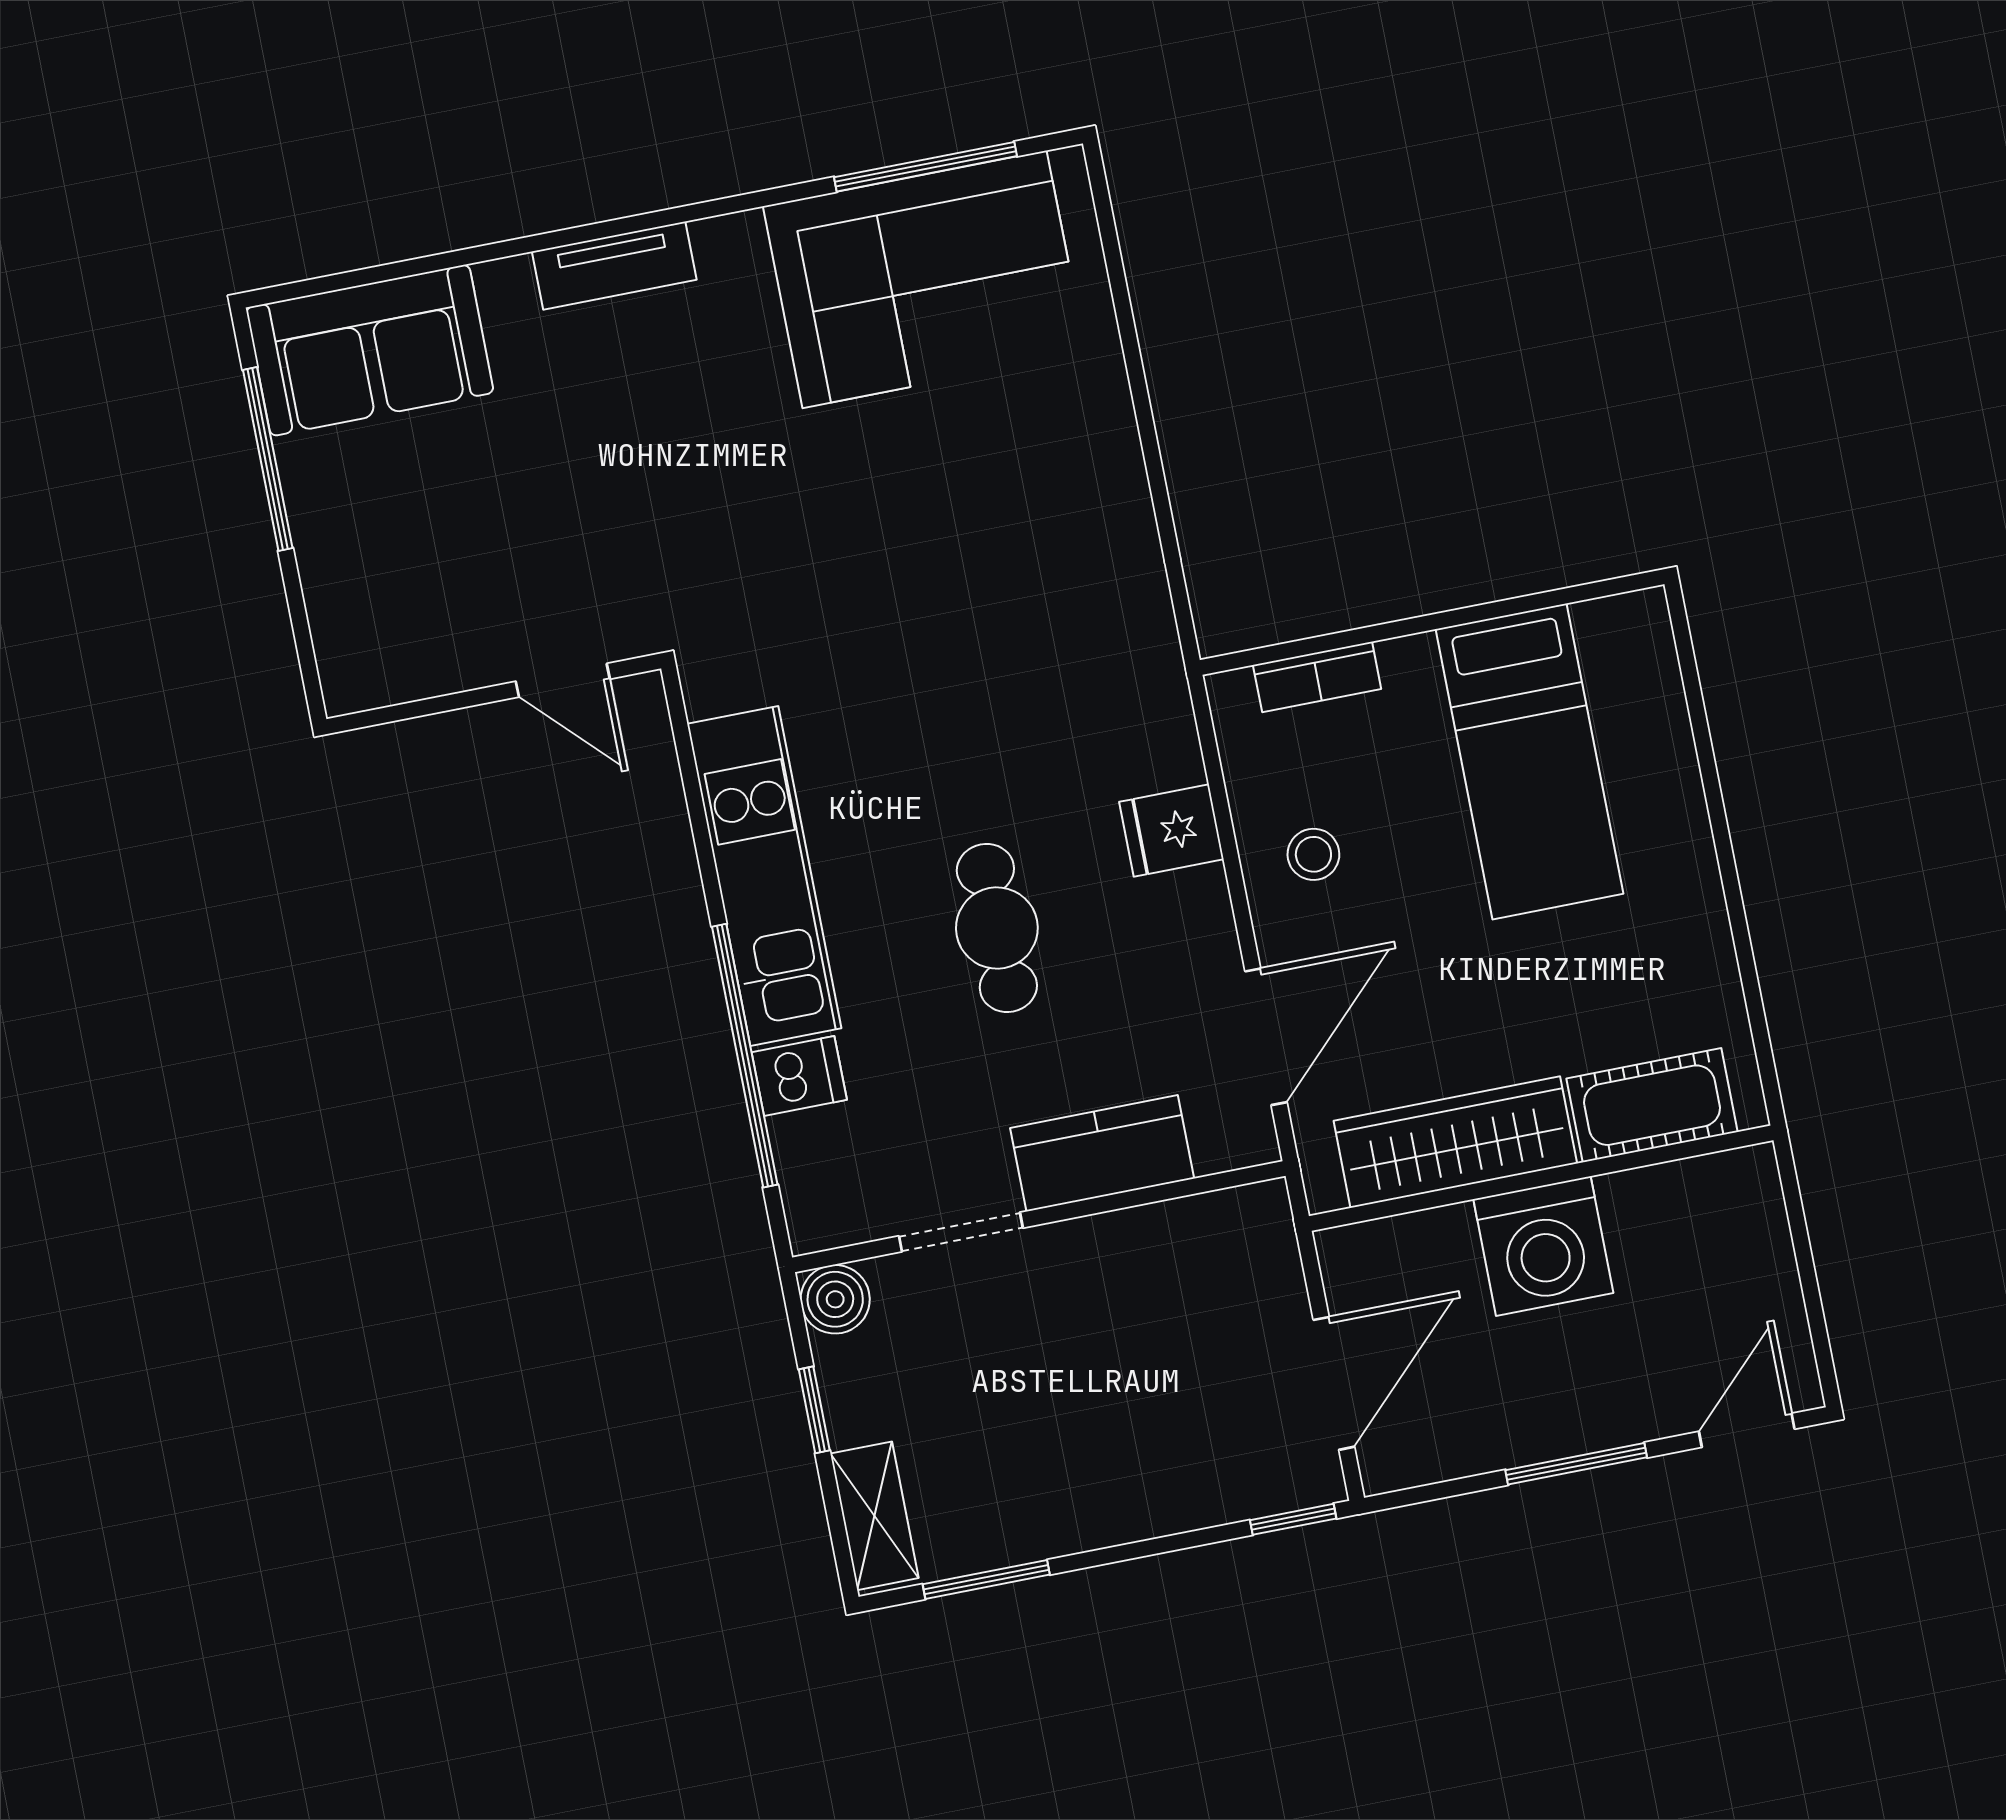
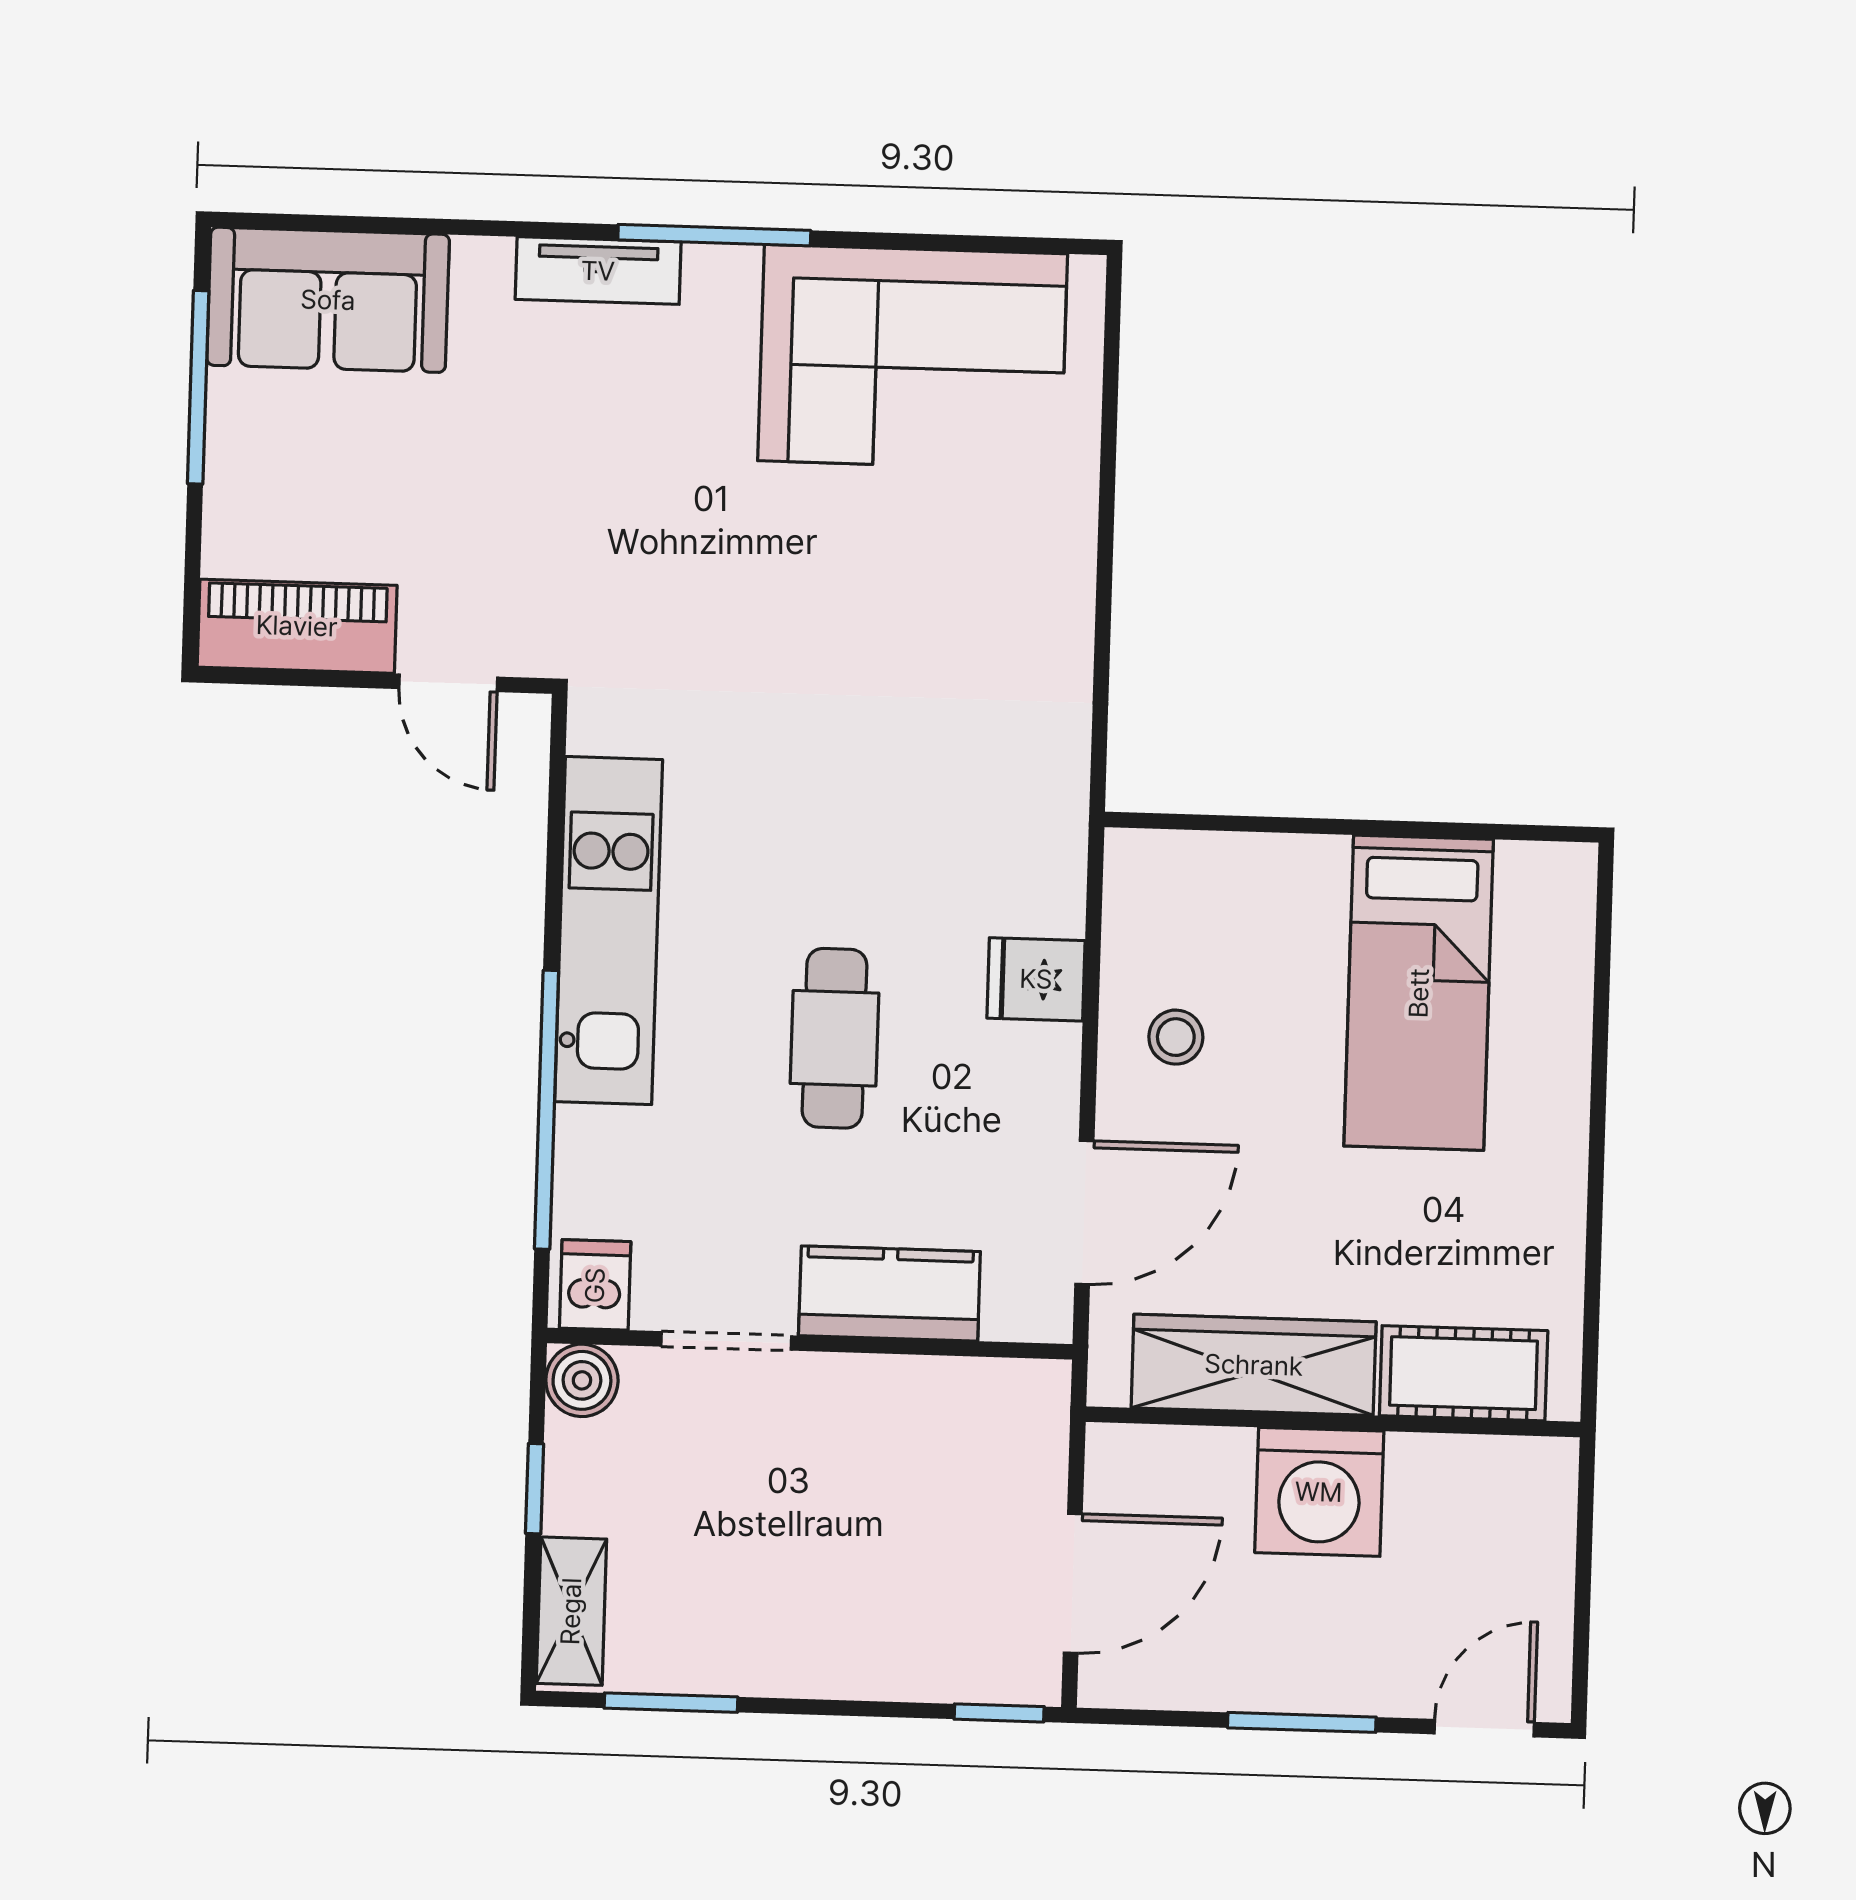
window: (925, 167) -> (714, 235), moved
piano: (410, 660) -> (297, 626), added
bookcase: (1317, 677) -> (1221, 856), removed
dishwasher: (799, 1076) -> (595, 1285), moved, turned -90

